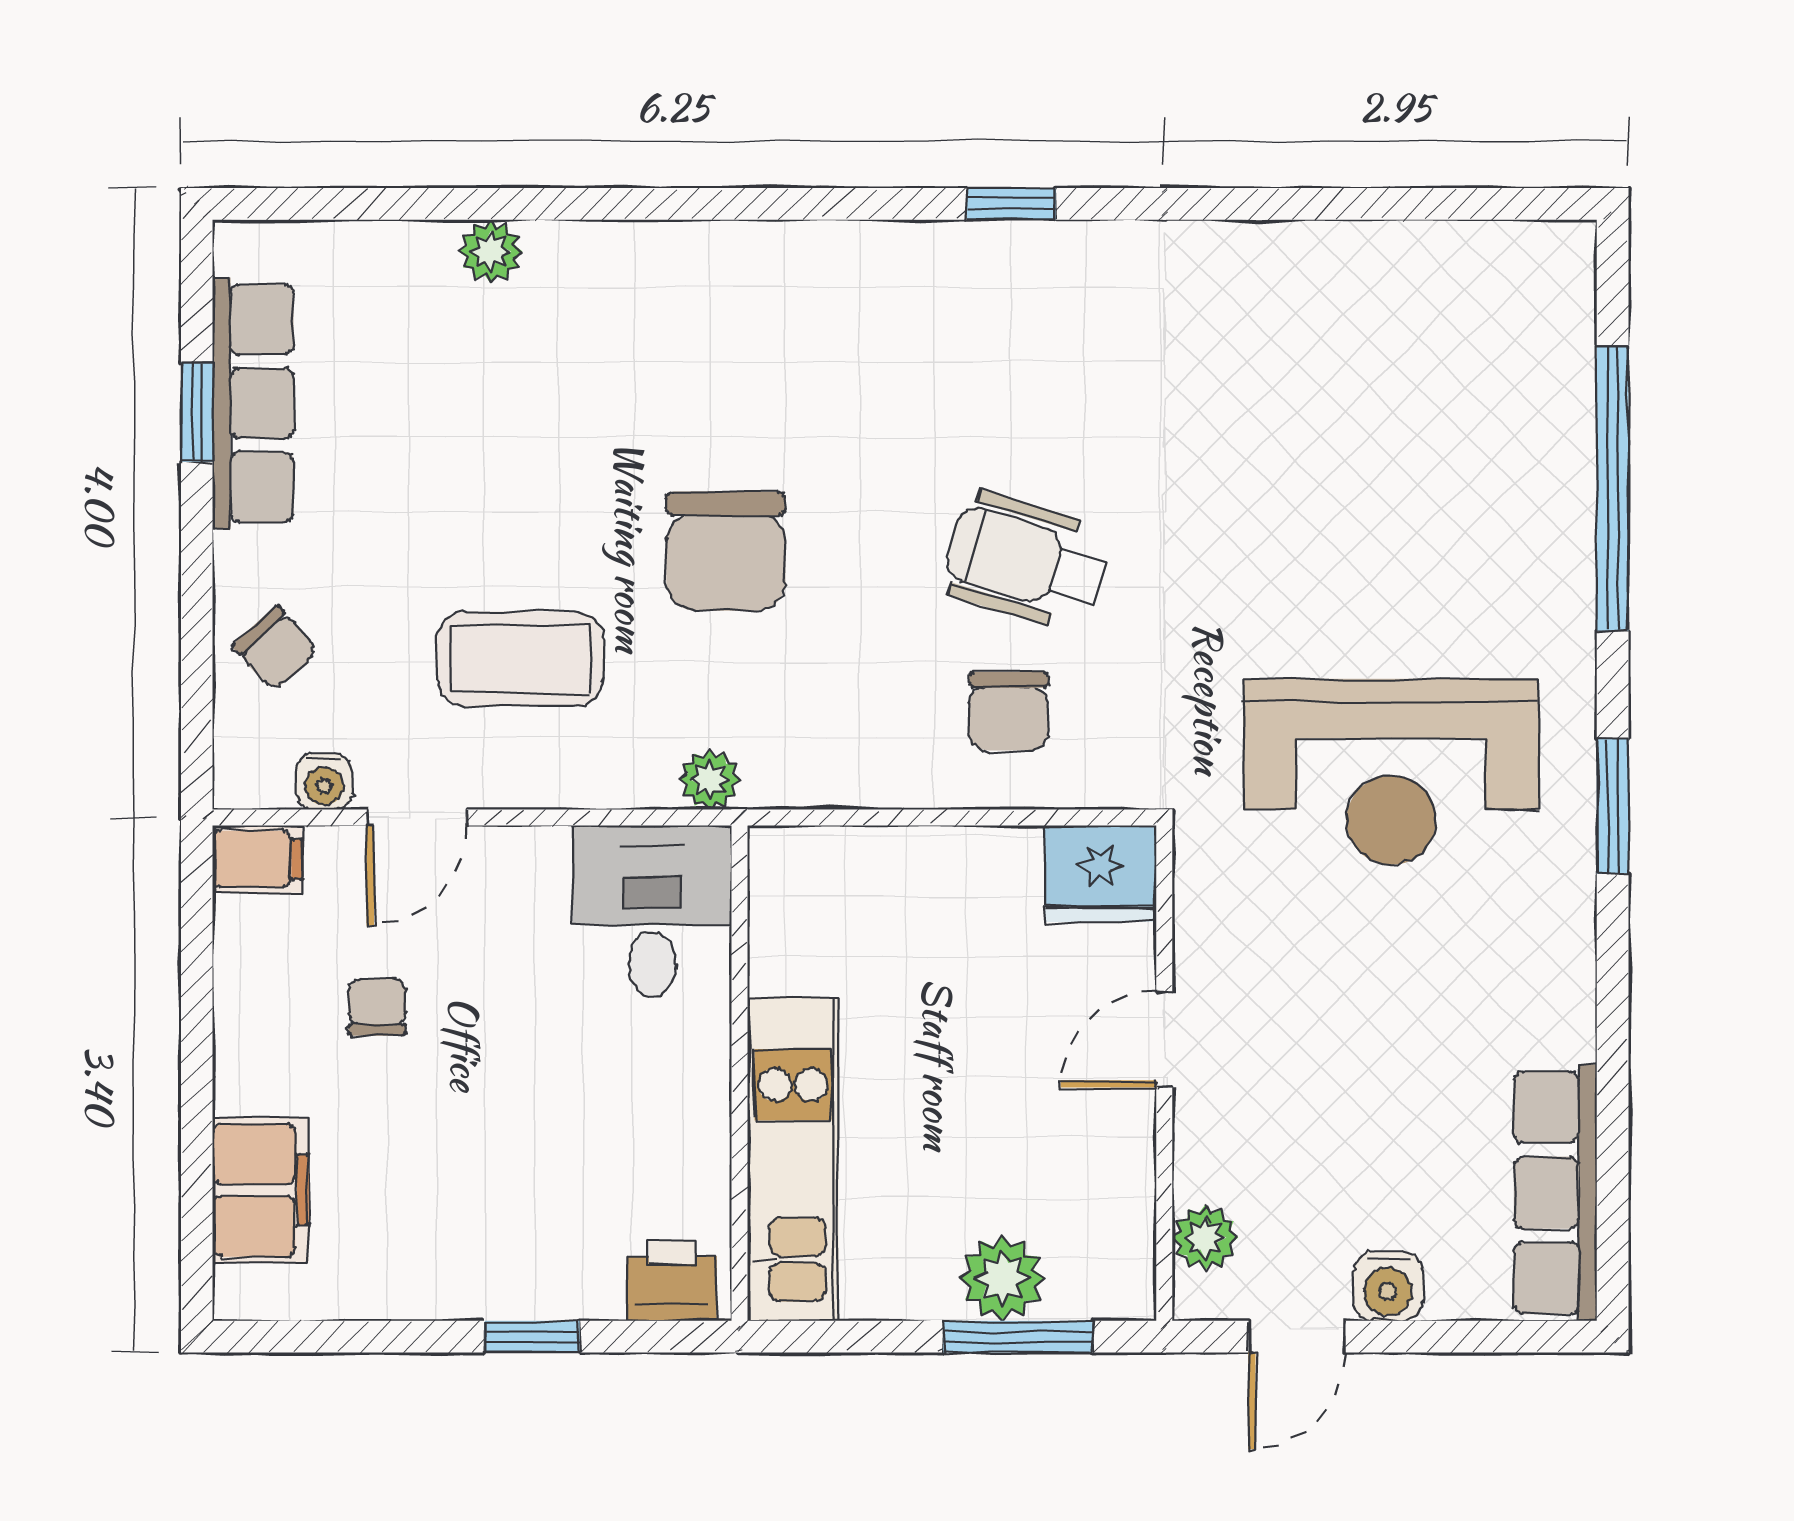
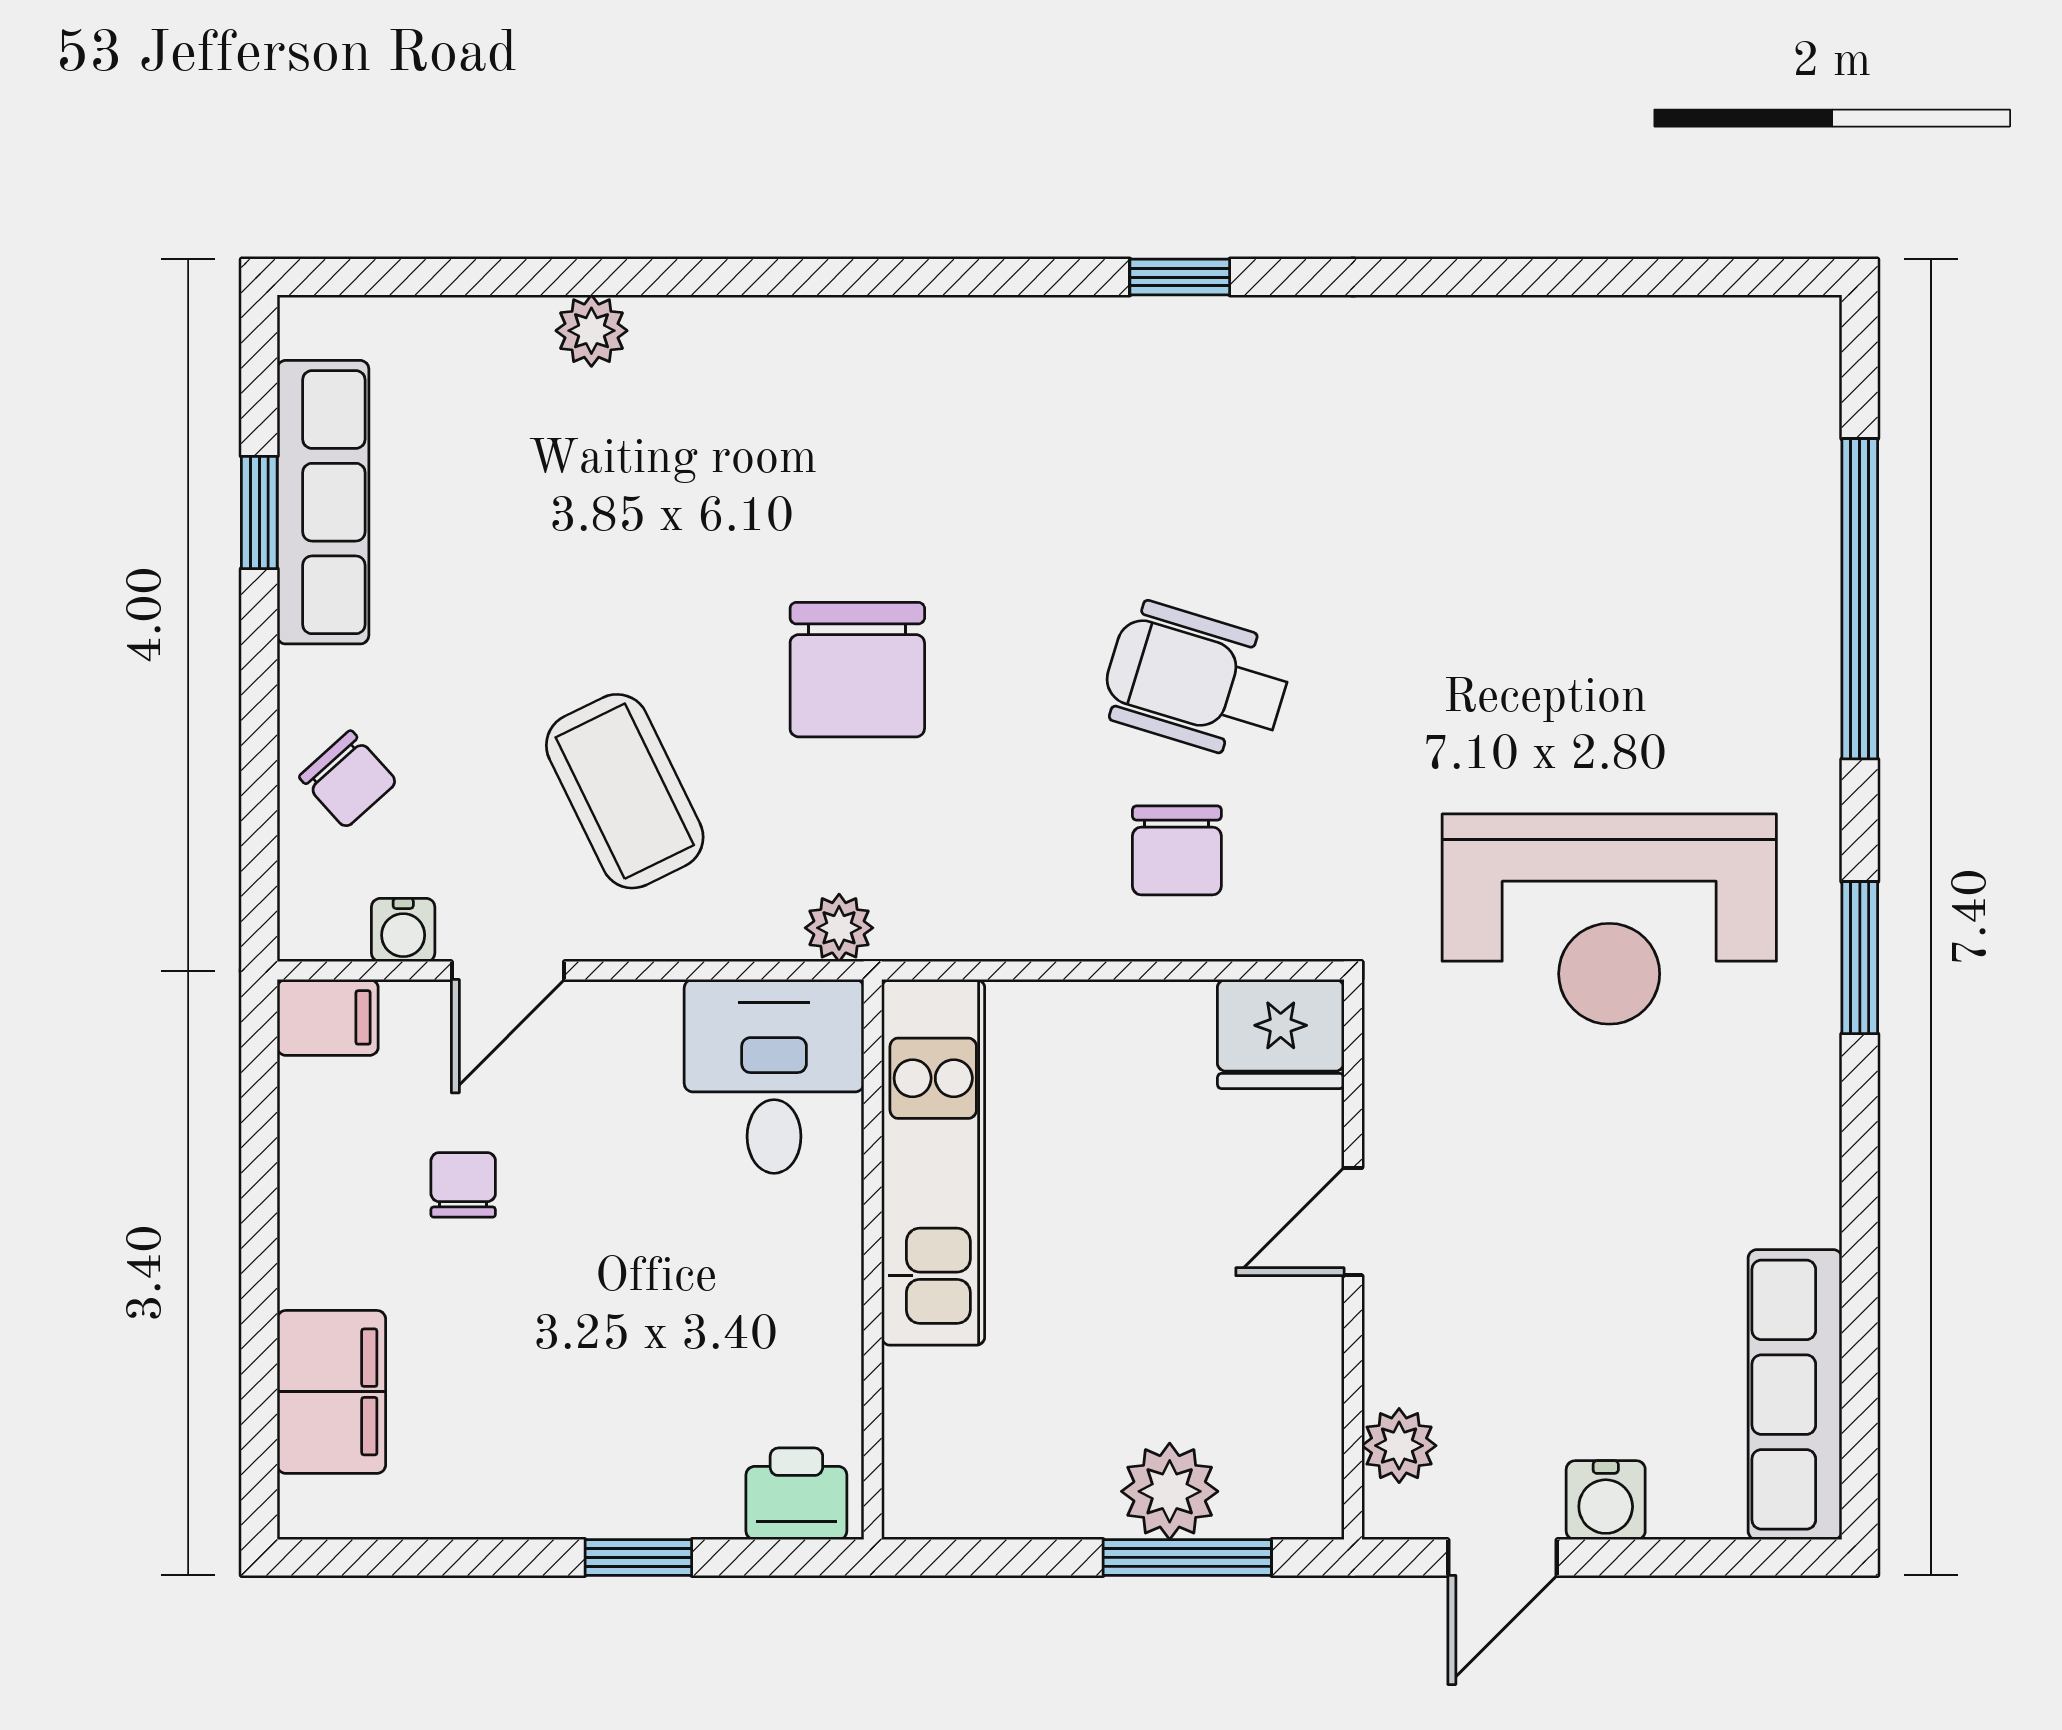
coffee table: (520, 659) -> (625, 791), turned 64
kitchen unit: (793, 1159) -> (933, 1162), moved

